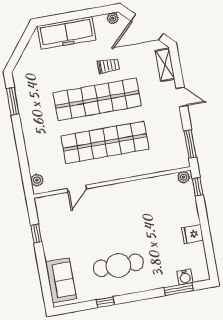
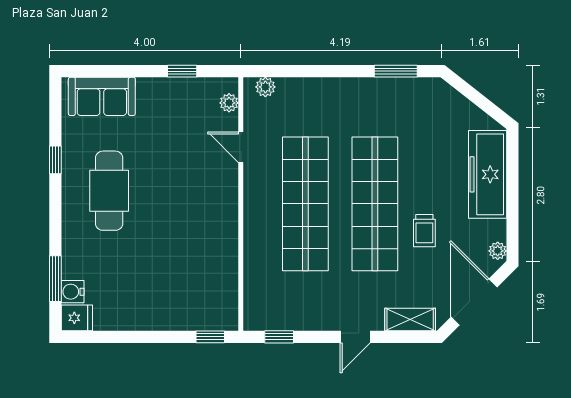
window: (190, 144) -> (279, 337), width x0.67
plant: (183, 177) -> (229, 103), moved
fridge: (192, 234) -> (77, 318), moved, turned 90

